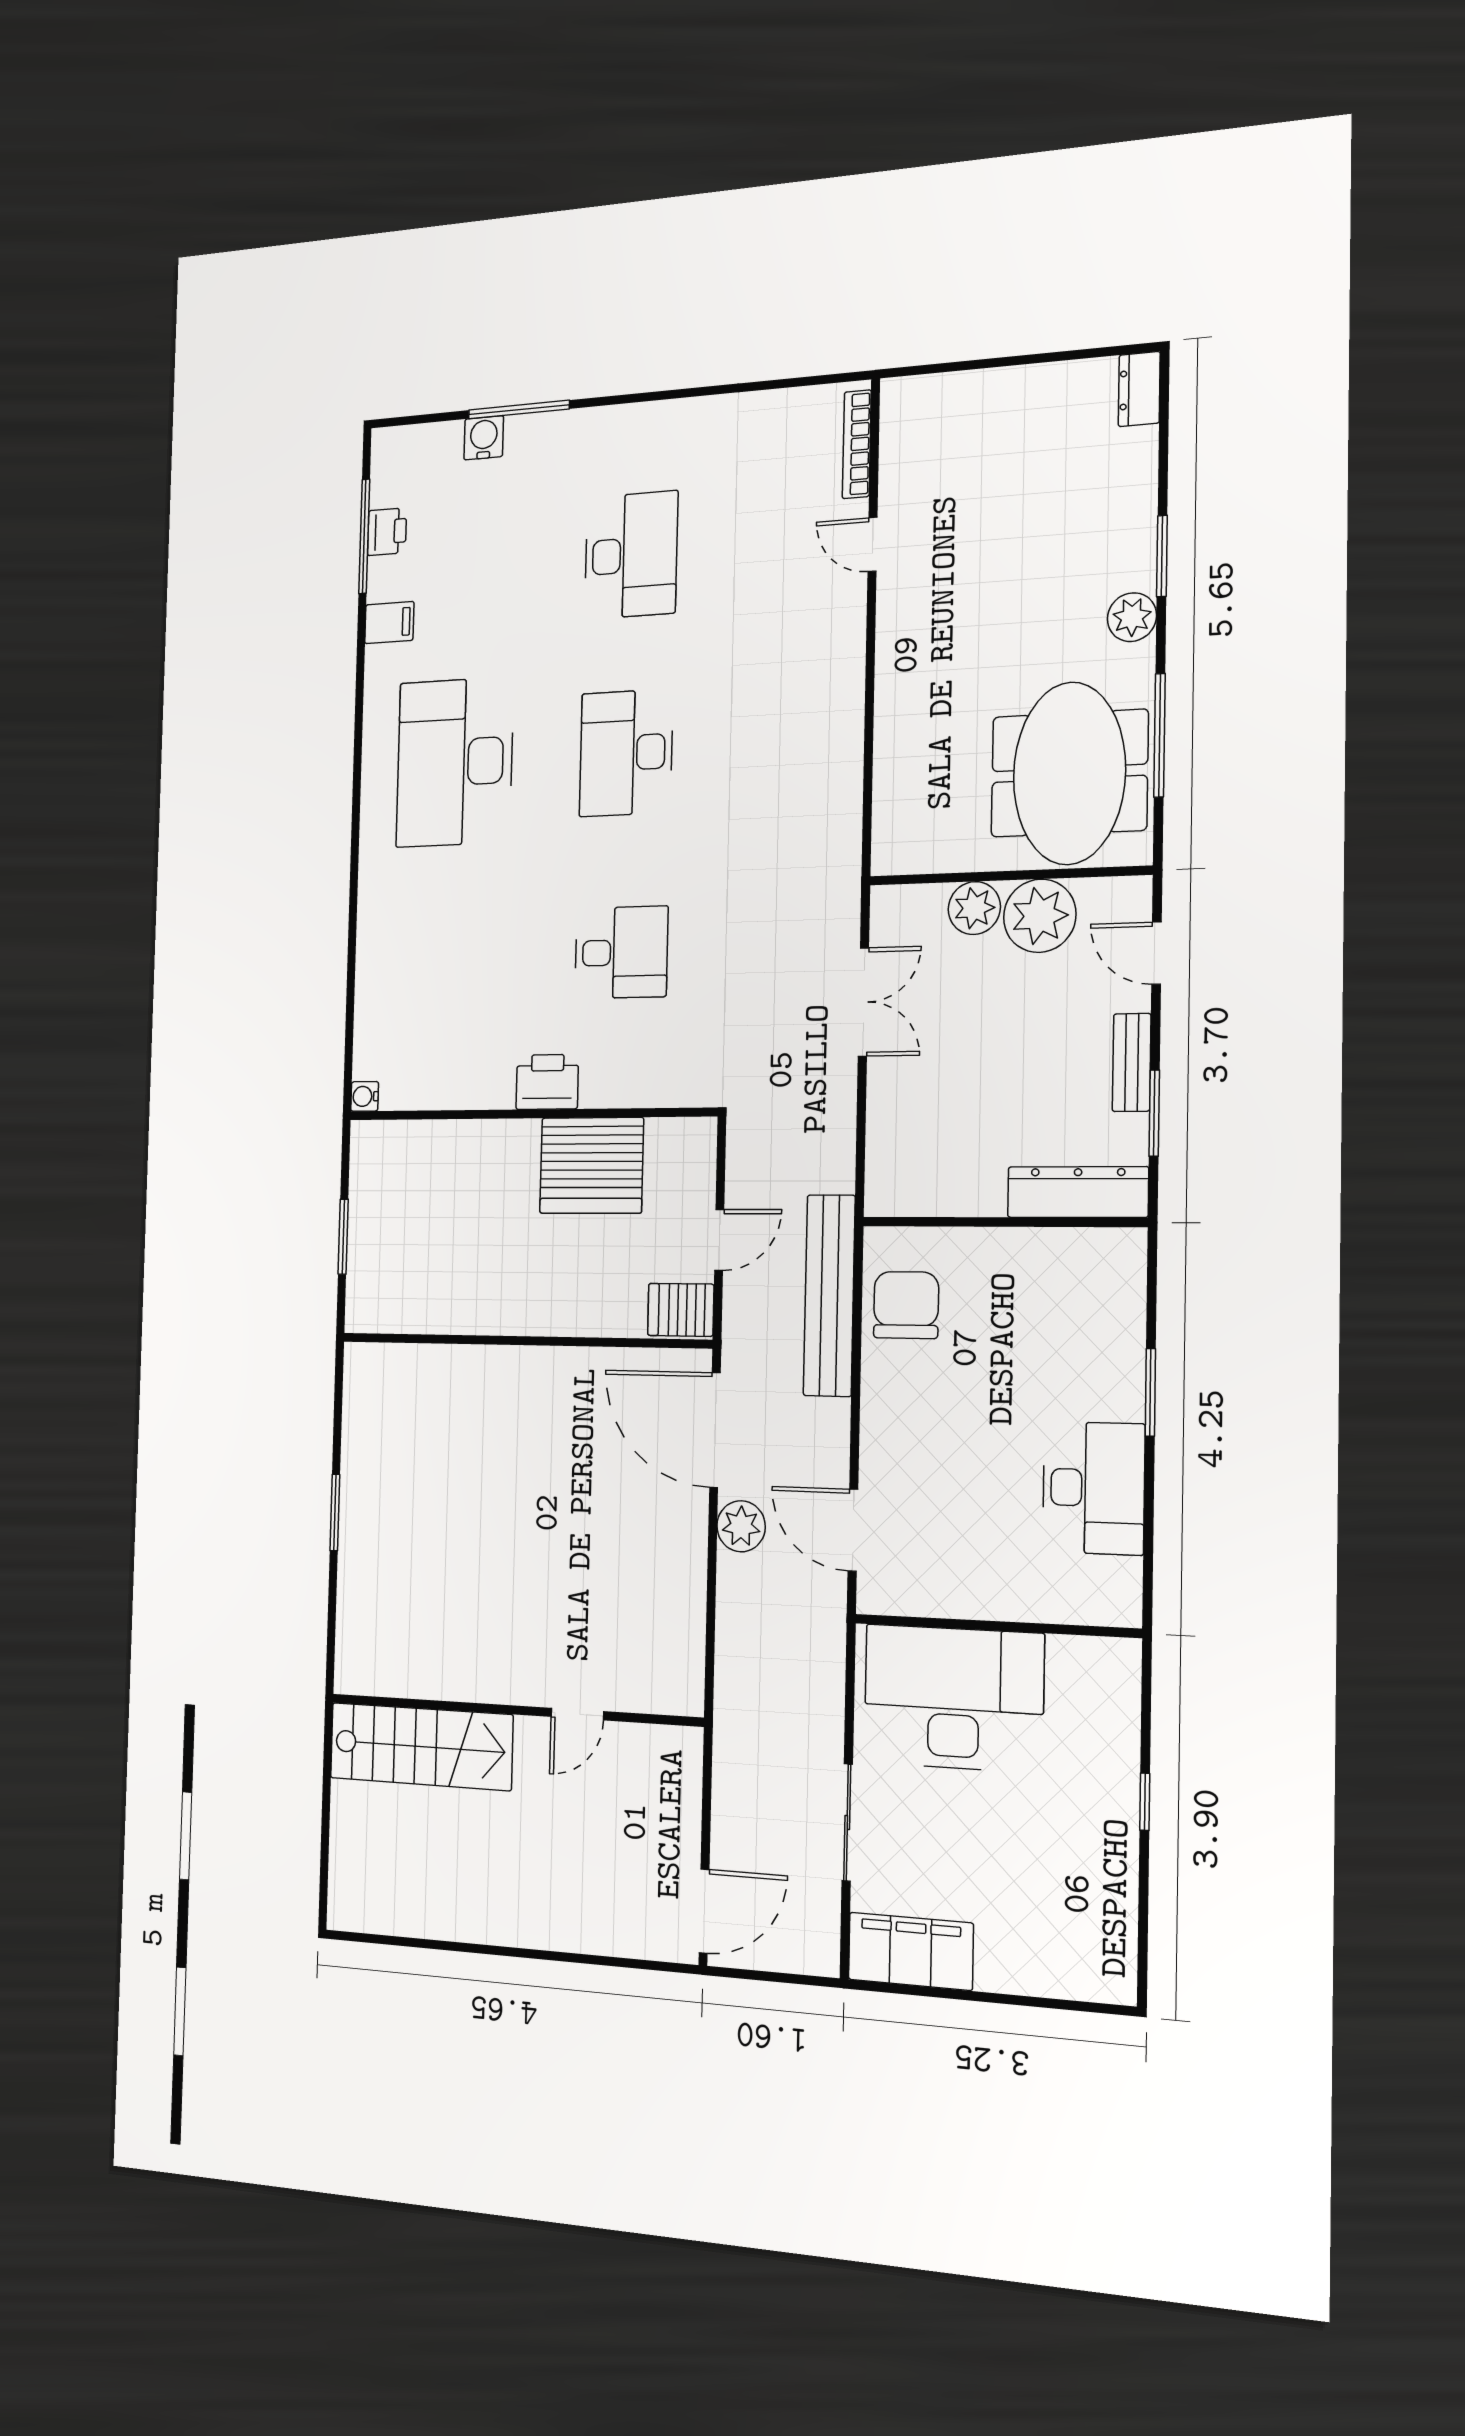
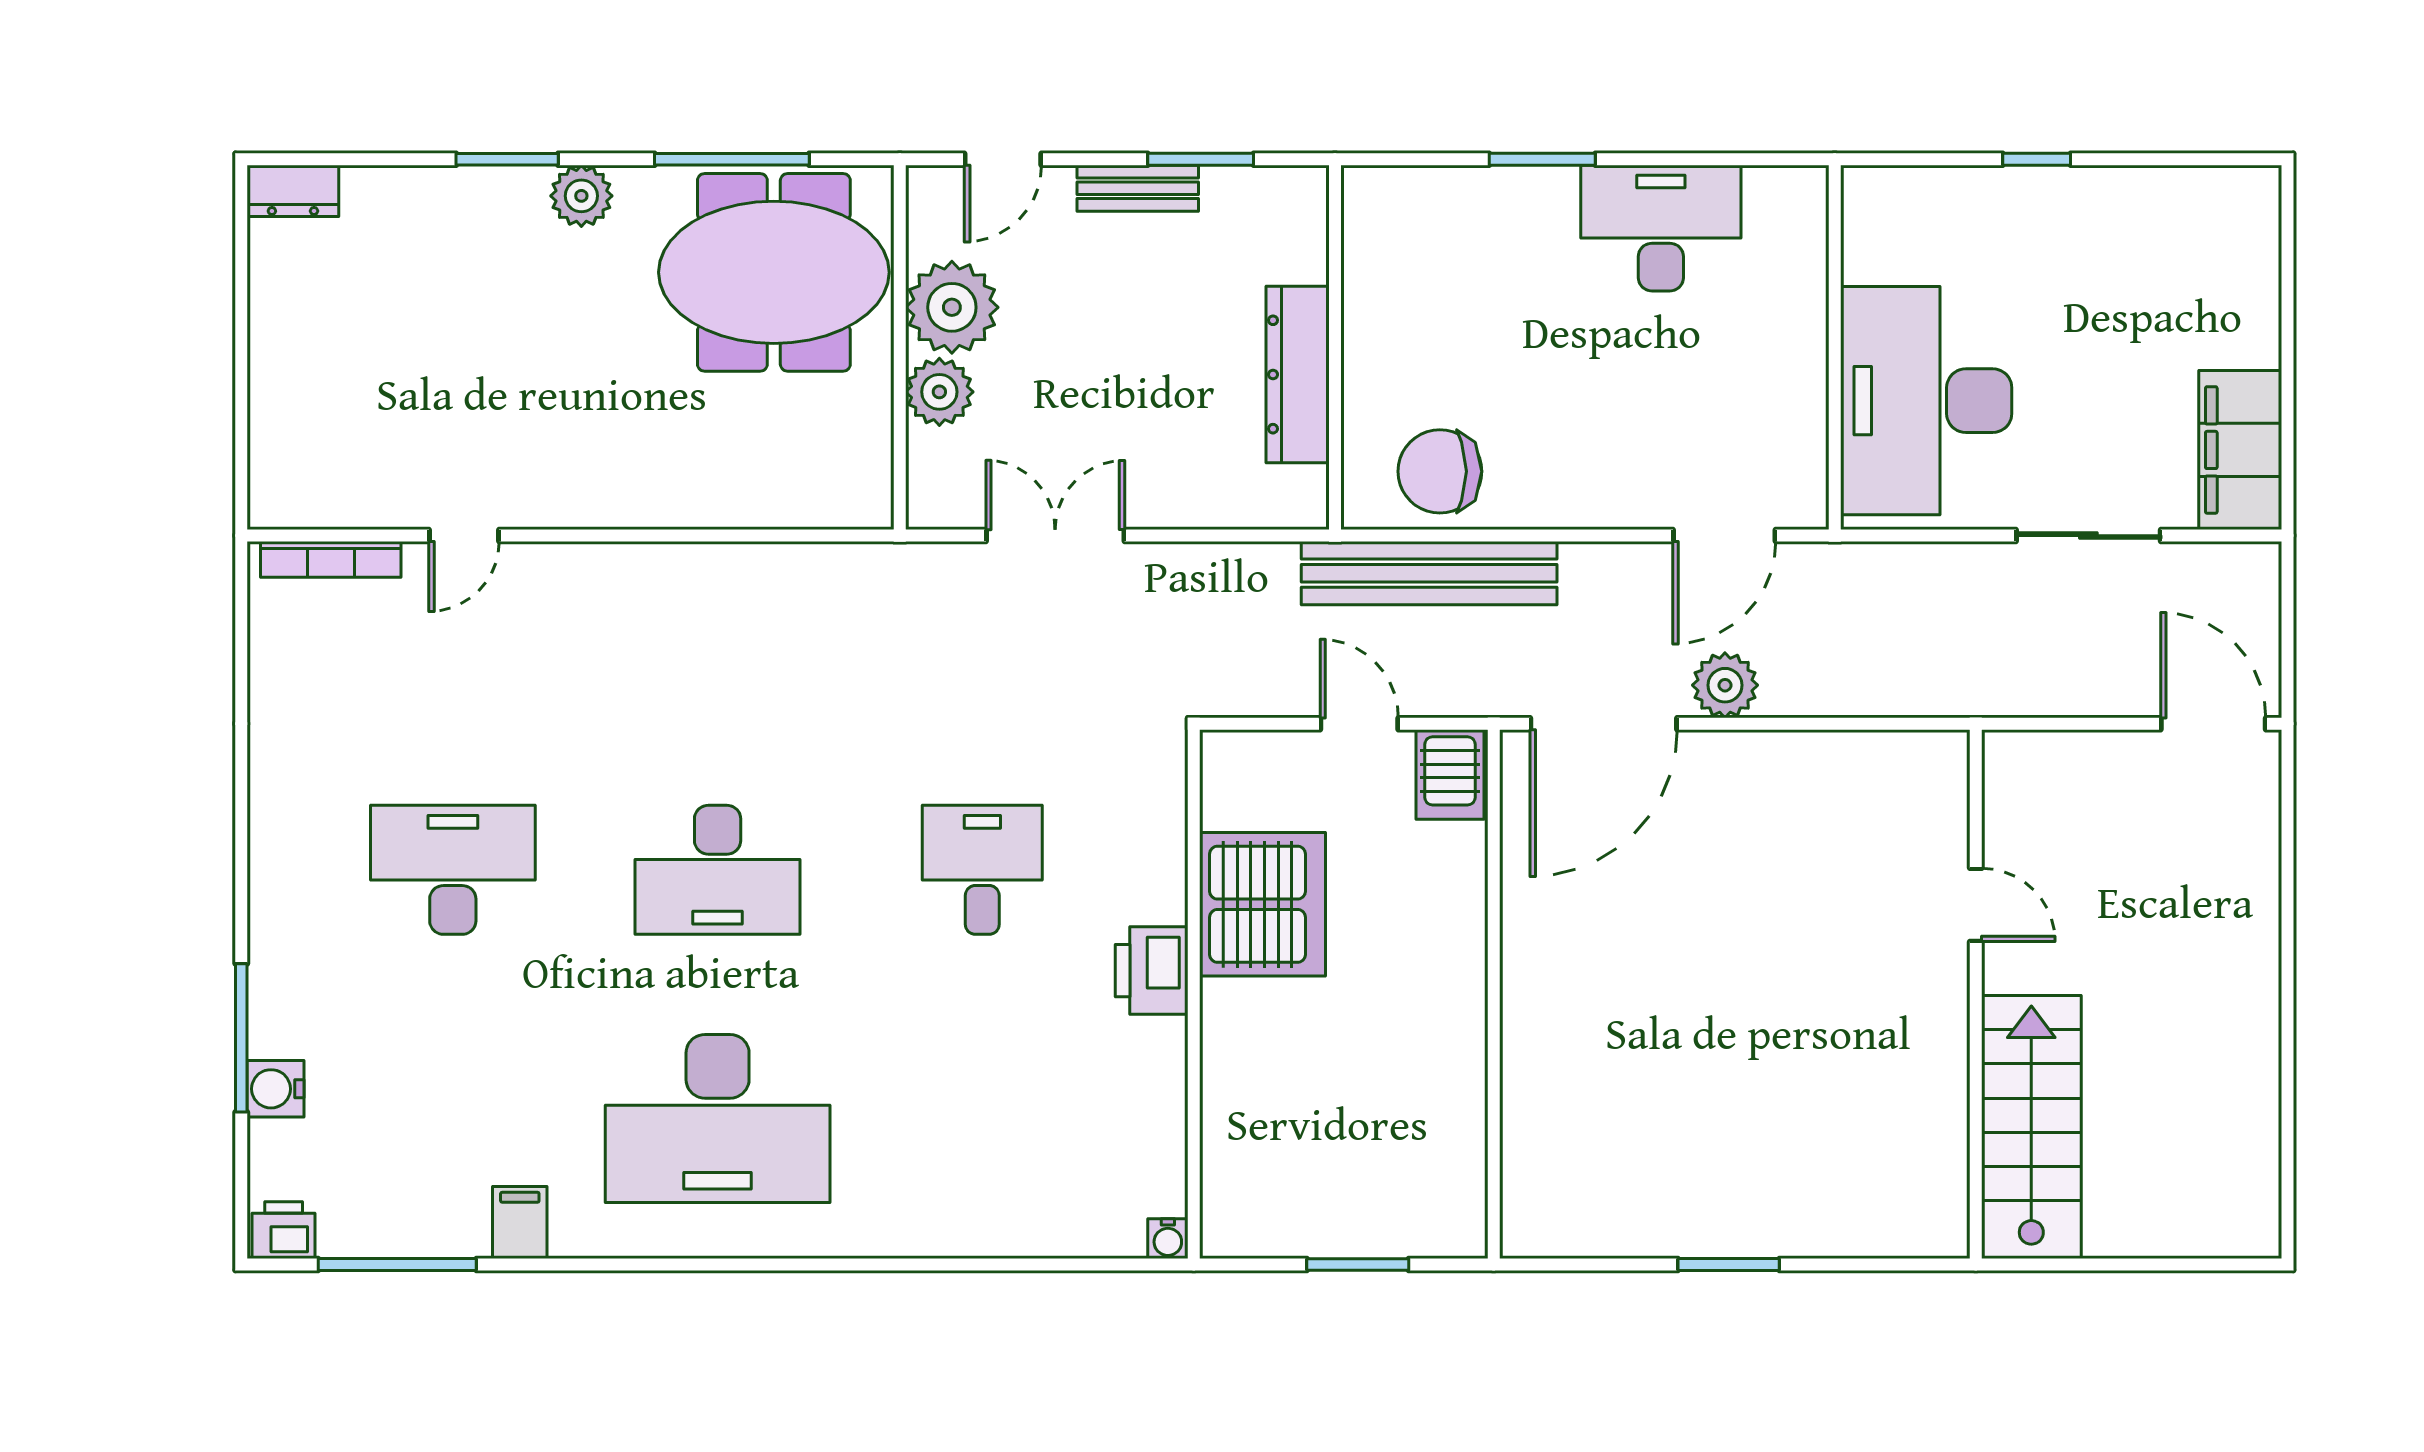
printer: (387, 532) -> (284, 1230), moved
dresser: (1078, 1192) -> (1298, 374), moved

